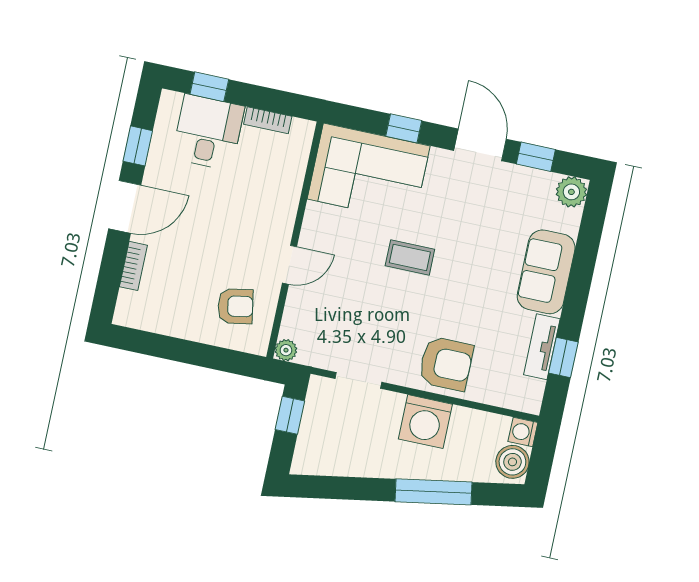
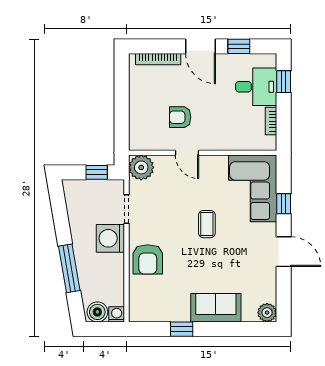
door: (480, 145) -> (284, 252), hinge flipped
window: (536, 157) -> (284, 287), removed
bookcase: (133, 266) -> (158, 59), width x1.56
armchair: (235, 306) -> (180, 117), moved, turned 100
tv unit: (542, 347) -> (170, 315), removed
plant: (286, 350) -> (141, 167), width x1.88, depth x1.88
window: (563, 358) -> (182, 329), moved
washing machine: (425, 422) -> (110, 238), moved

